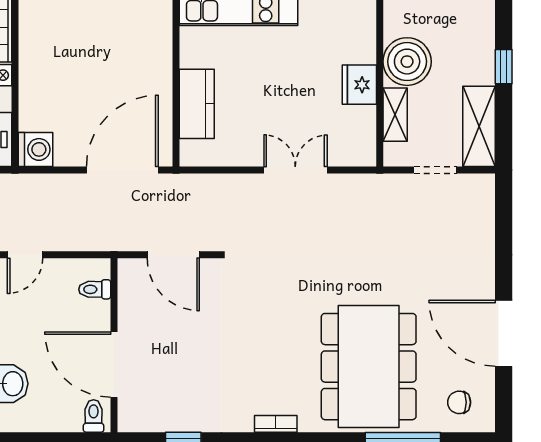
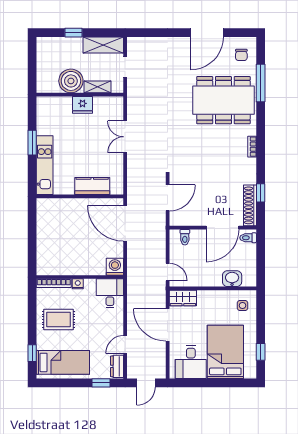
shoe rack: (158, 420) -> (250, 205), added

